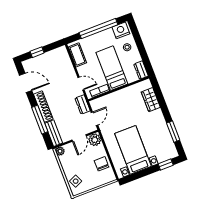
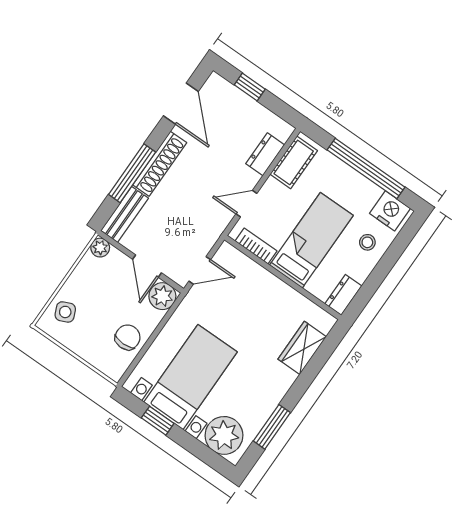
door: (81, 84) -> (246, 204), swing flipped
dresser: (83, 104) -> (265, 154), moved
door: (79, 138) -> (147, 266), hinge flipped
plant: (164, 152) -> (224, 435), added
window: (166, 164) -> (158, 421), moved

